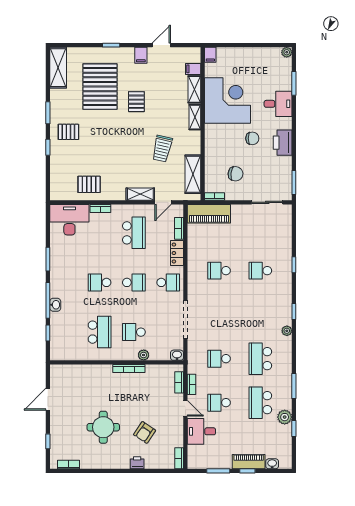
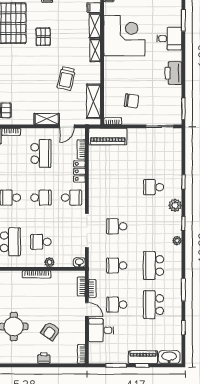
chair: (252, 138) -> (146, 69), removed
school desk: (219, 271) -> (117, 226), moved
plant: (285, 417) -> (175, 205), moved
washbasin: (272, 464) -> (169, 357), width x1.91, depth x1.45

